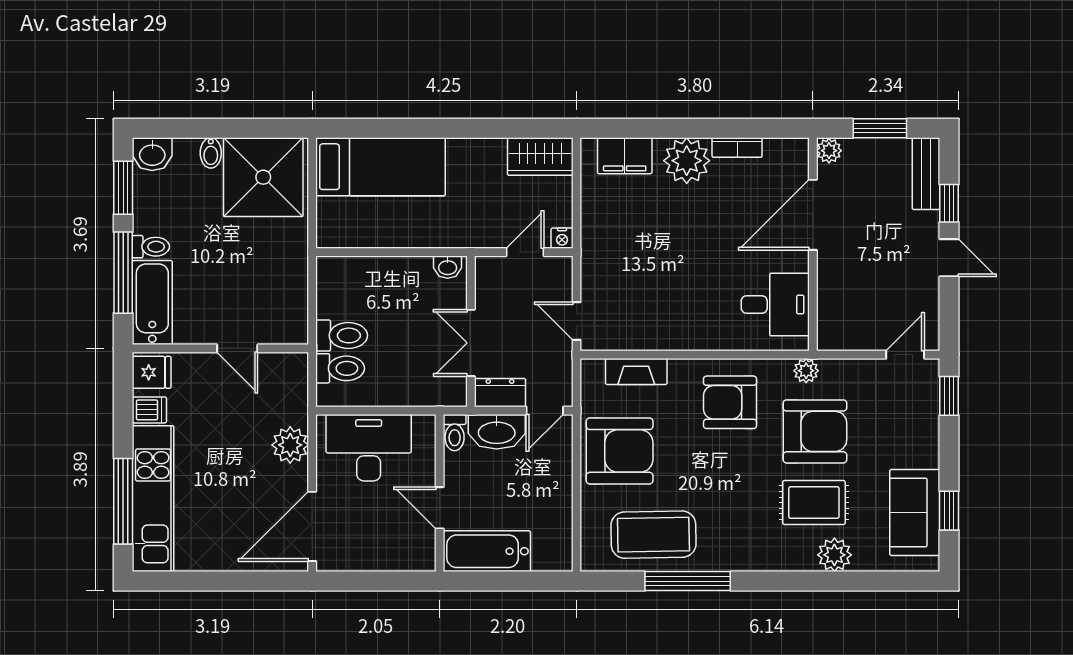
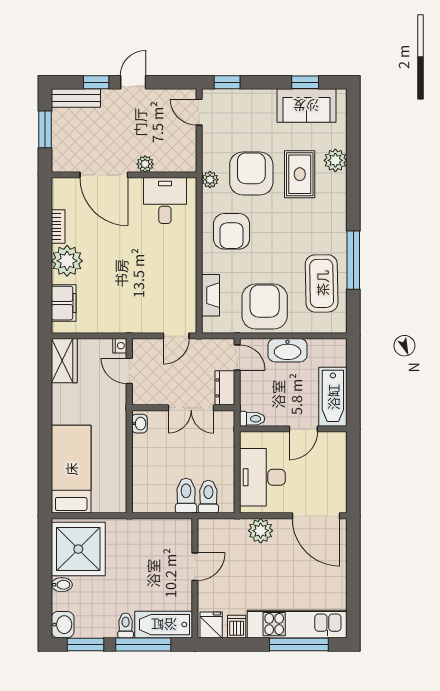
plant: (829, 151) -> (145, 164), moved
washbasin: (497, 432) -> (288, 350), moved, turned 90

